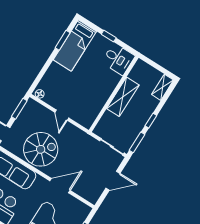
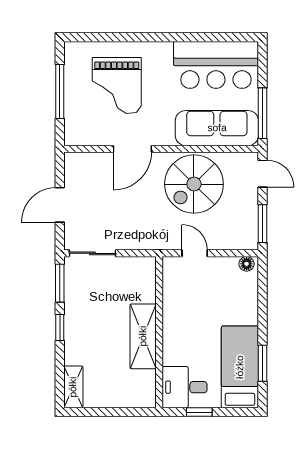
desk: (118, 59) -> (185, 387), moved
wall: (114, 94) -> (159, 332), moved
shelving: (123, 97) -> (143, 336), moved

